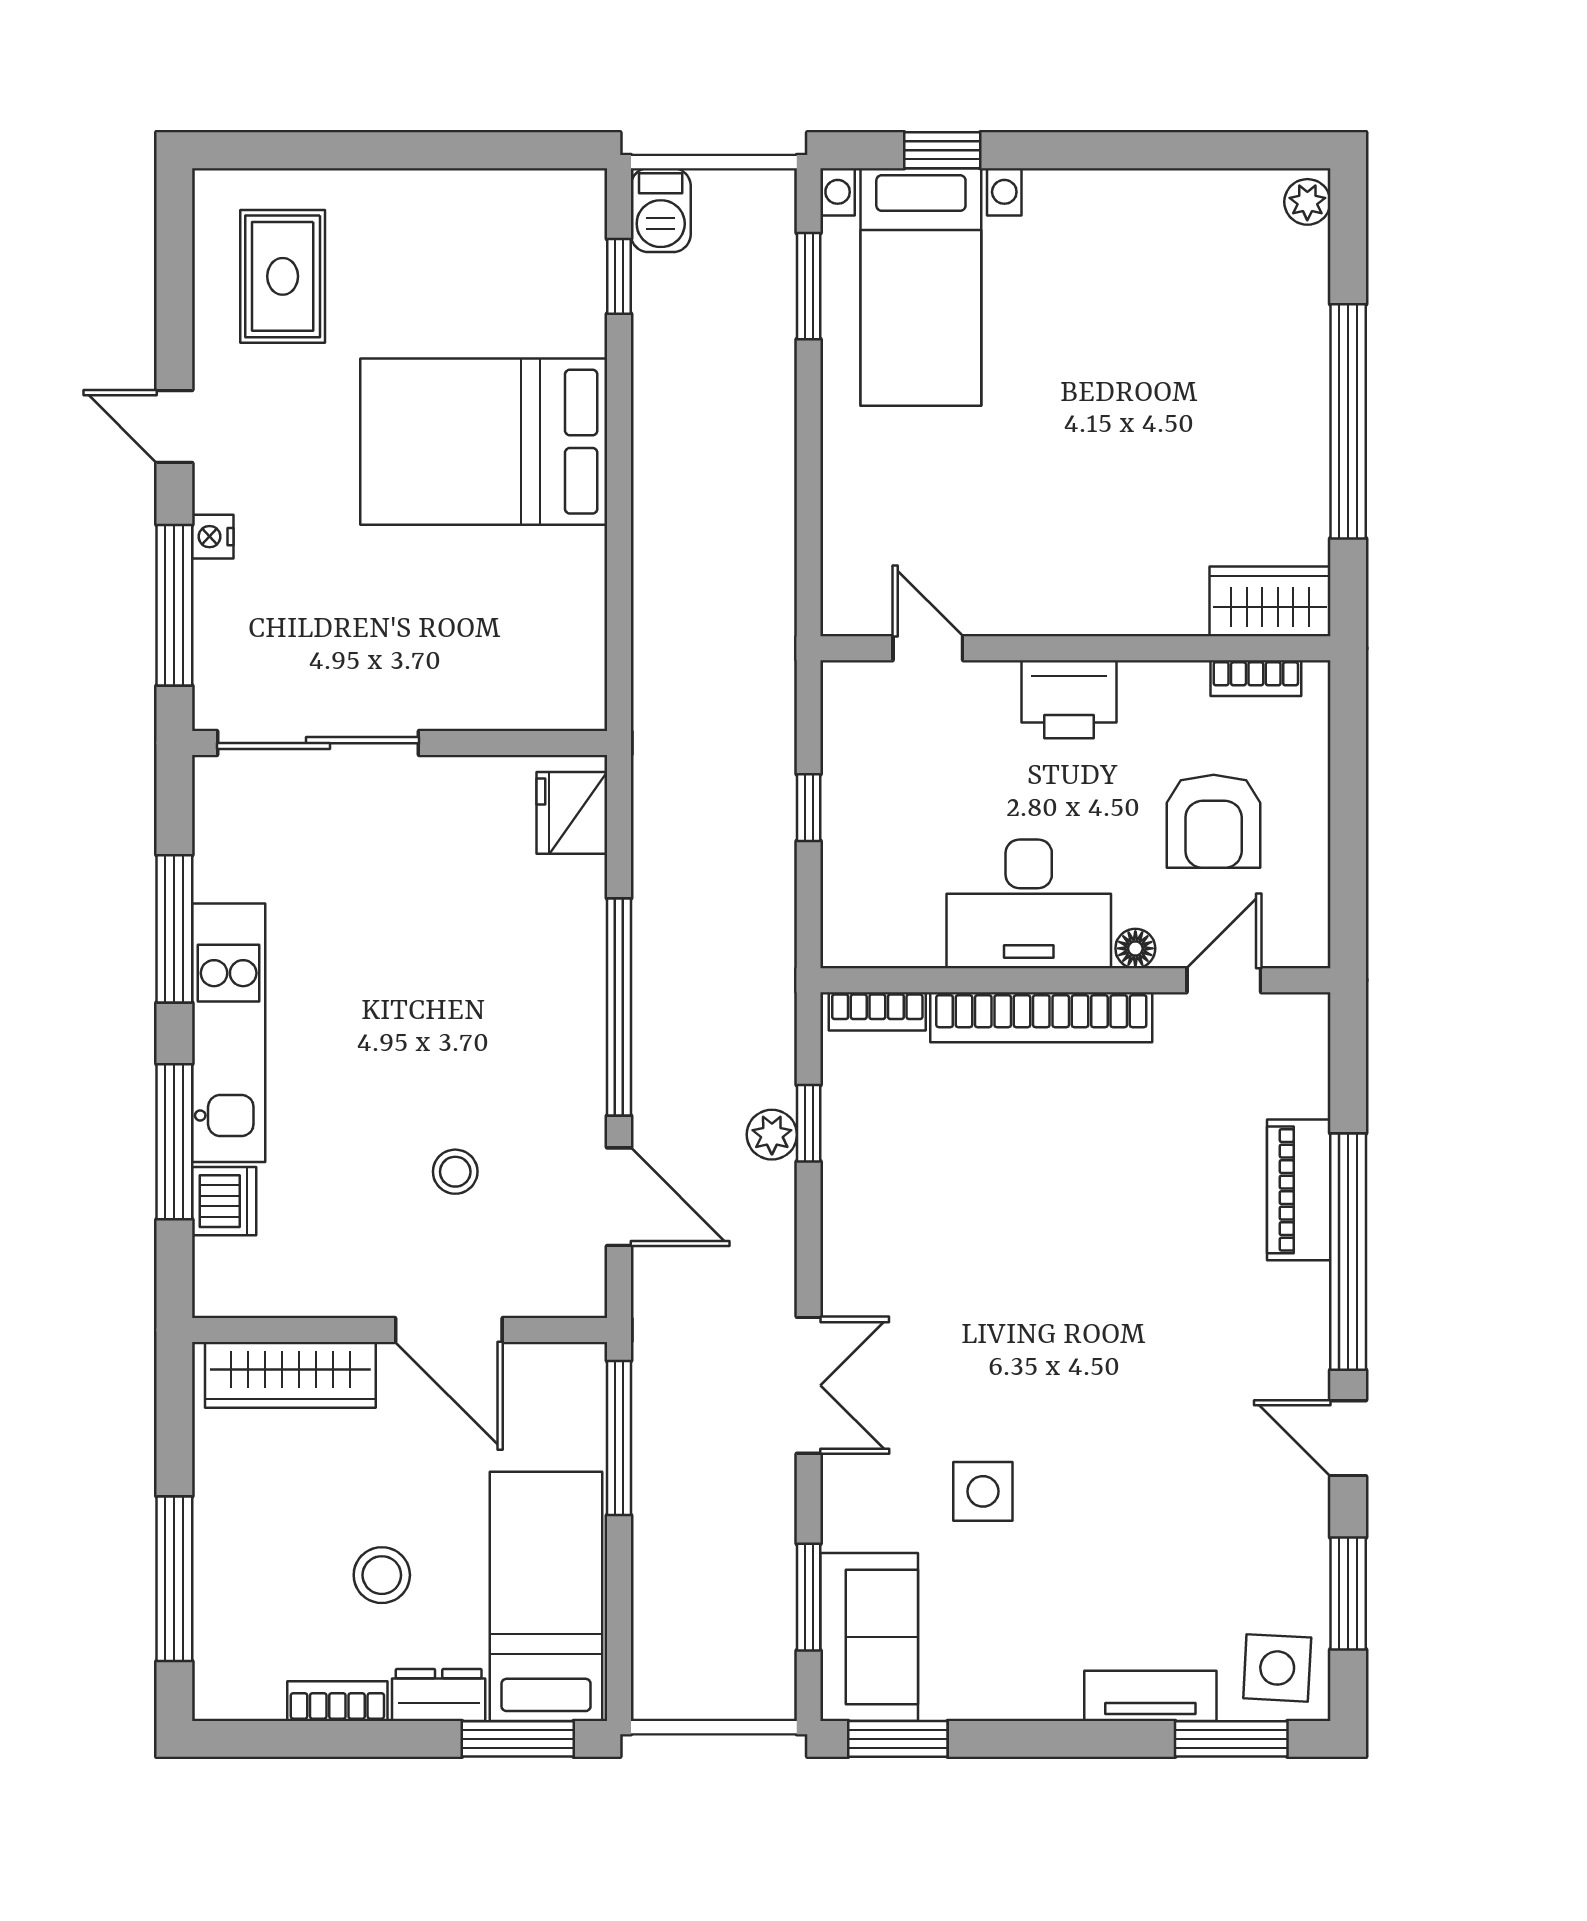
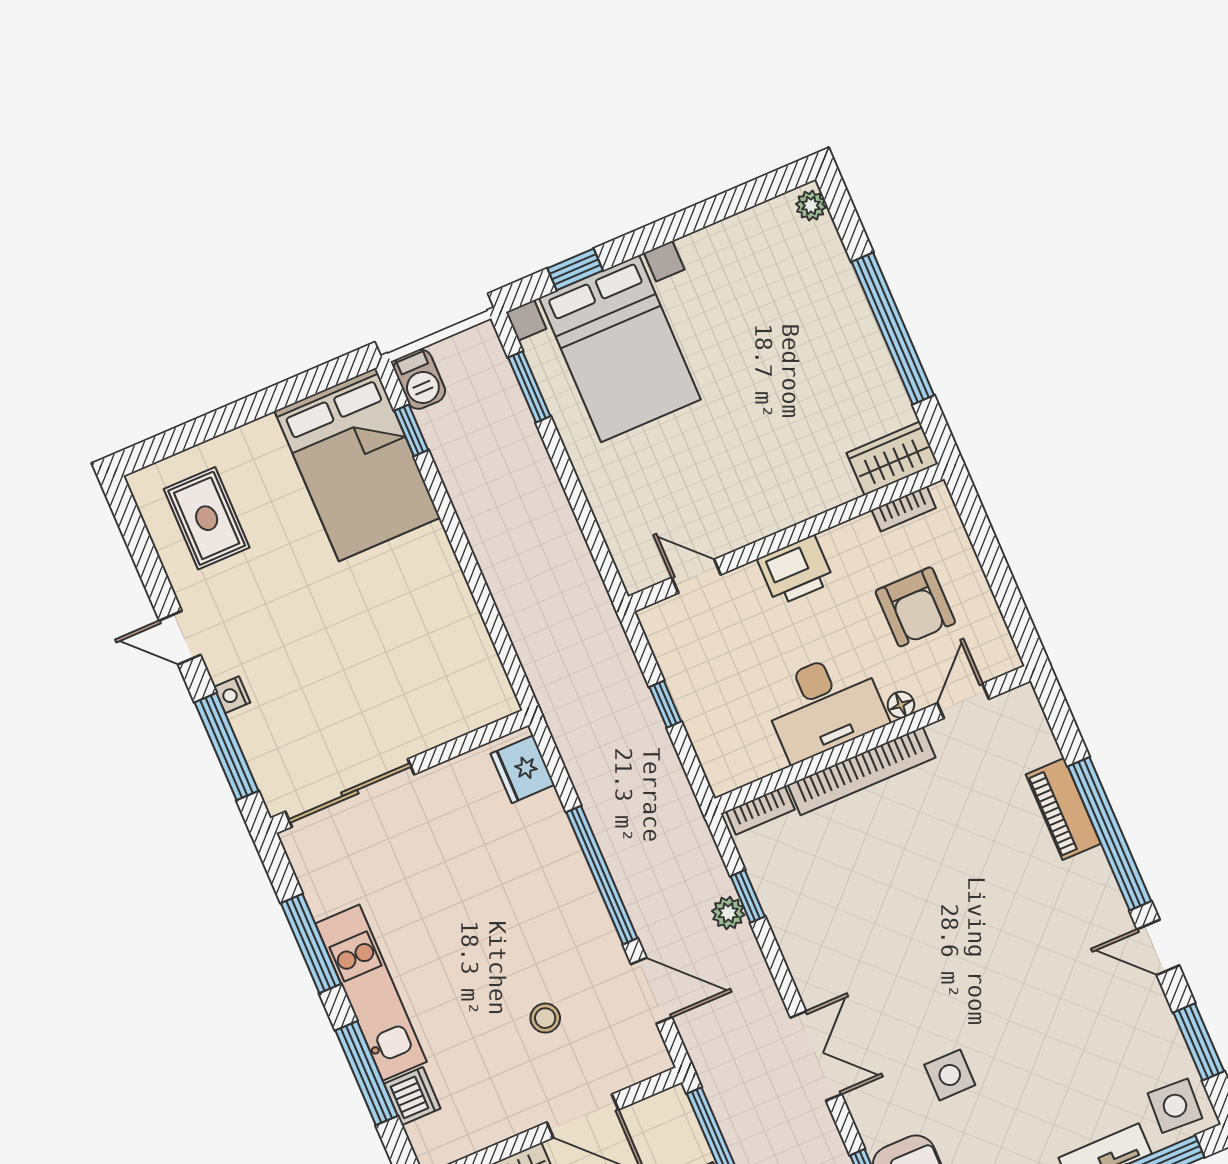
bed with nightstands: (921, 287) -> (620, 349), width x1.36
bed: (484, 442) -> (357, 464), moved, turned -90

